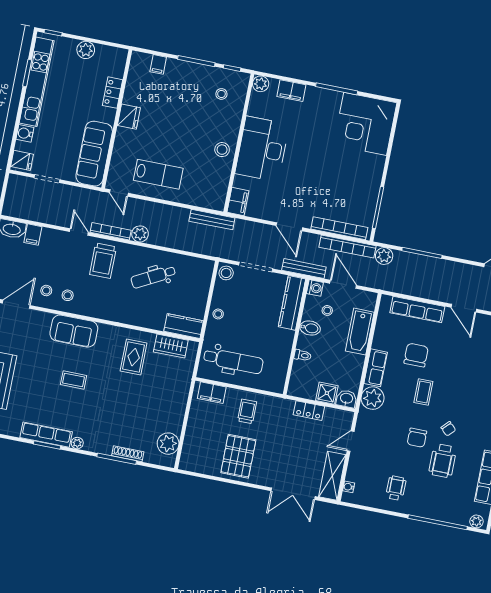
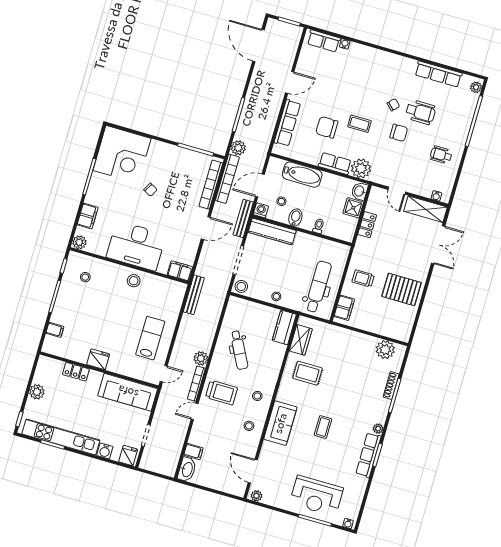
chair: (328, 160) -> (150, 190), added
stool: (46, 291) -> (257, 396), moved

